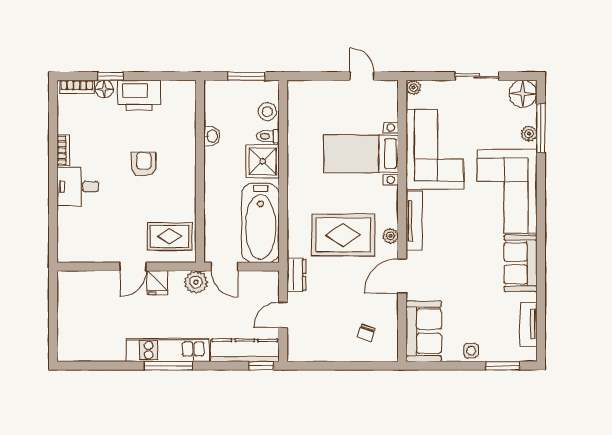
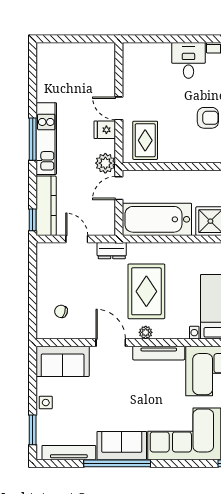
window: (541, 269) -> (117, 463), added
tv unit: (529, 324) -> (69, 453), width x1.41

